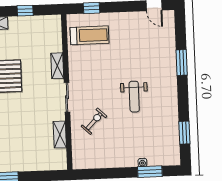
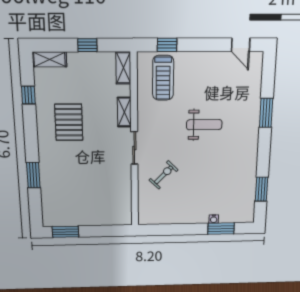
treadmill: (89, 35) -> (163, 78), turned 90
weight bench: (134, 97) -> (204, 125), moved, turned -90
shelving: (60, 135) -> (123, 68), moved

